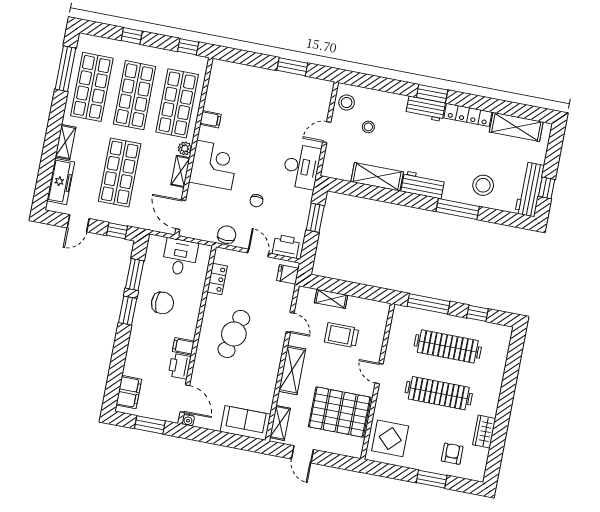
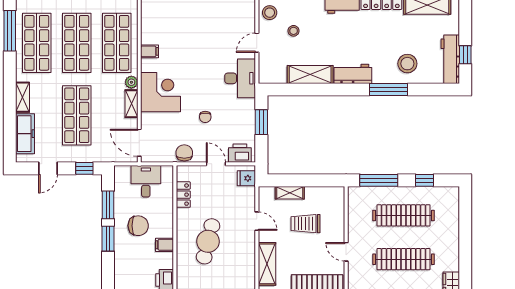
filing cabinet: (183, 346) -> (165, 245), moved

